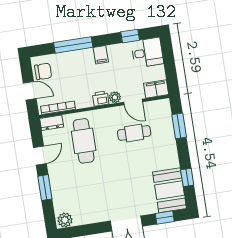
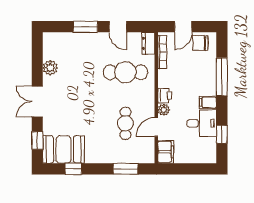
desk: (147, 53) -> (202, 123), moved, turned -90
chair: (43, 71) -> (200, 43), turned 90
plant: (65, 220) -> (50, 68), moved

